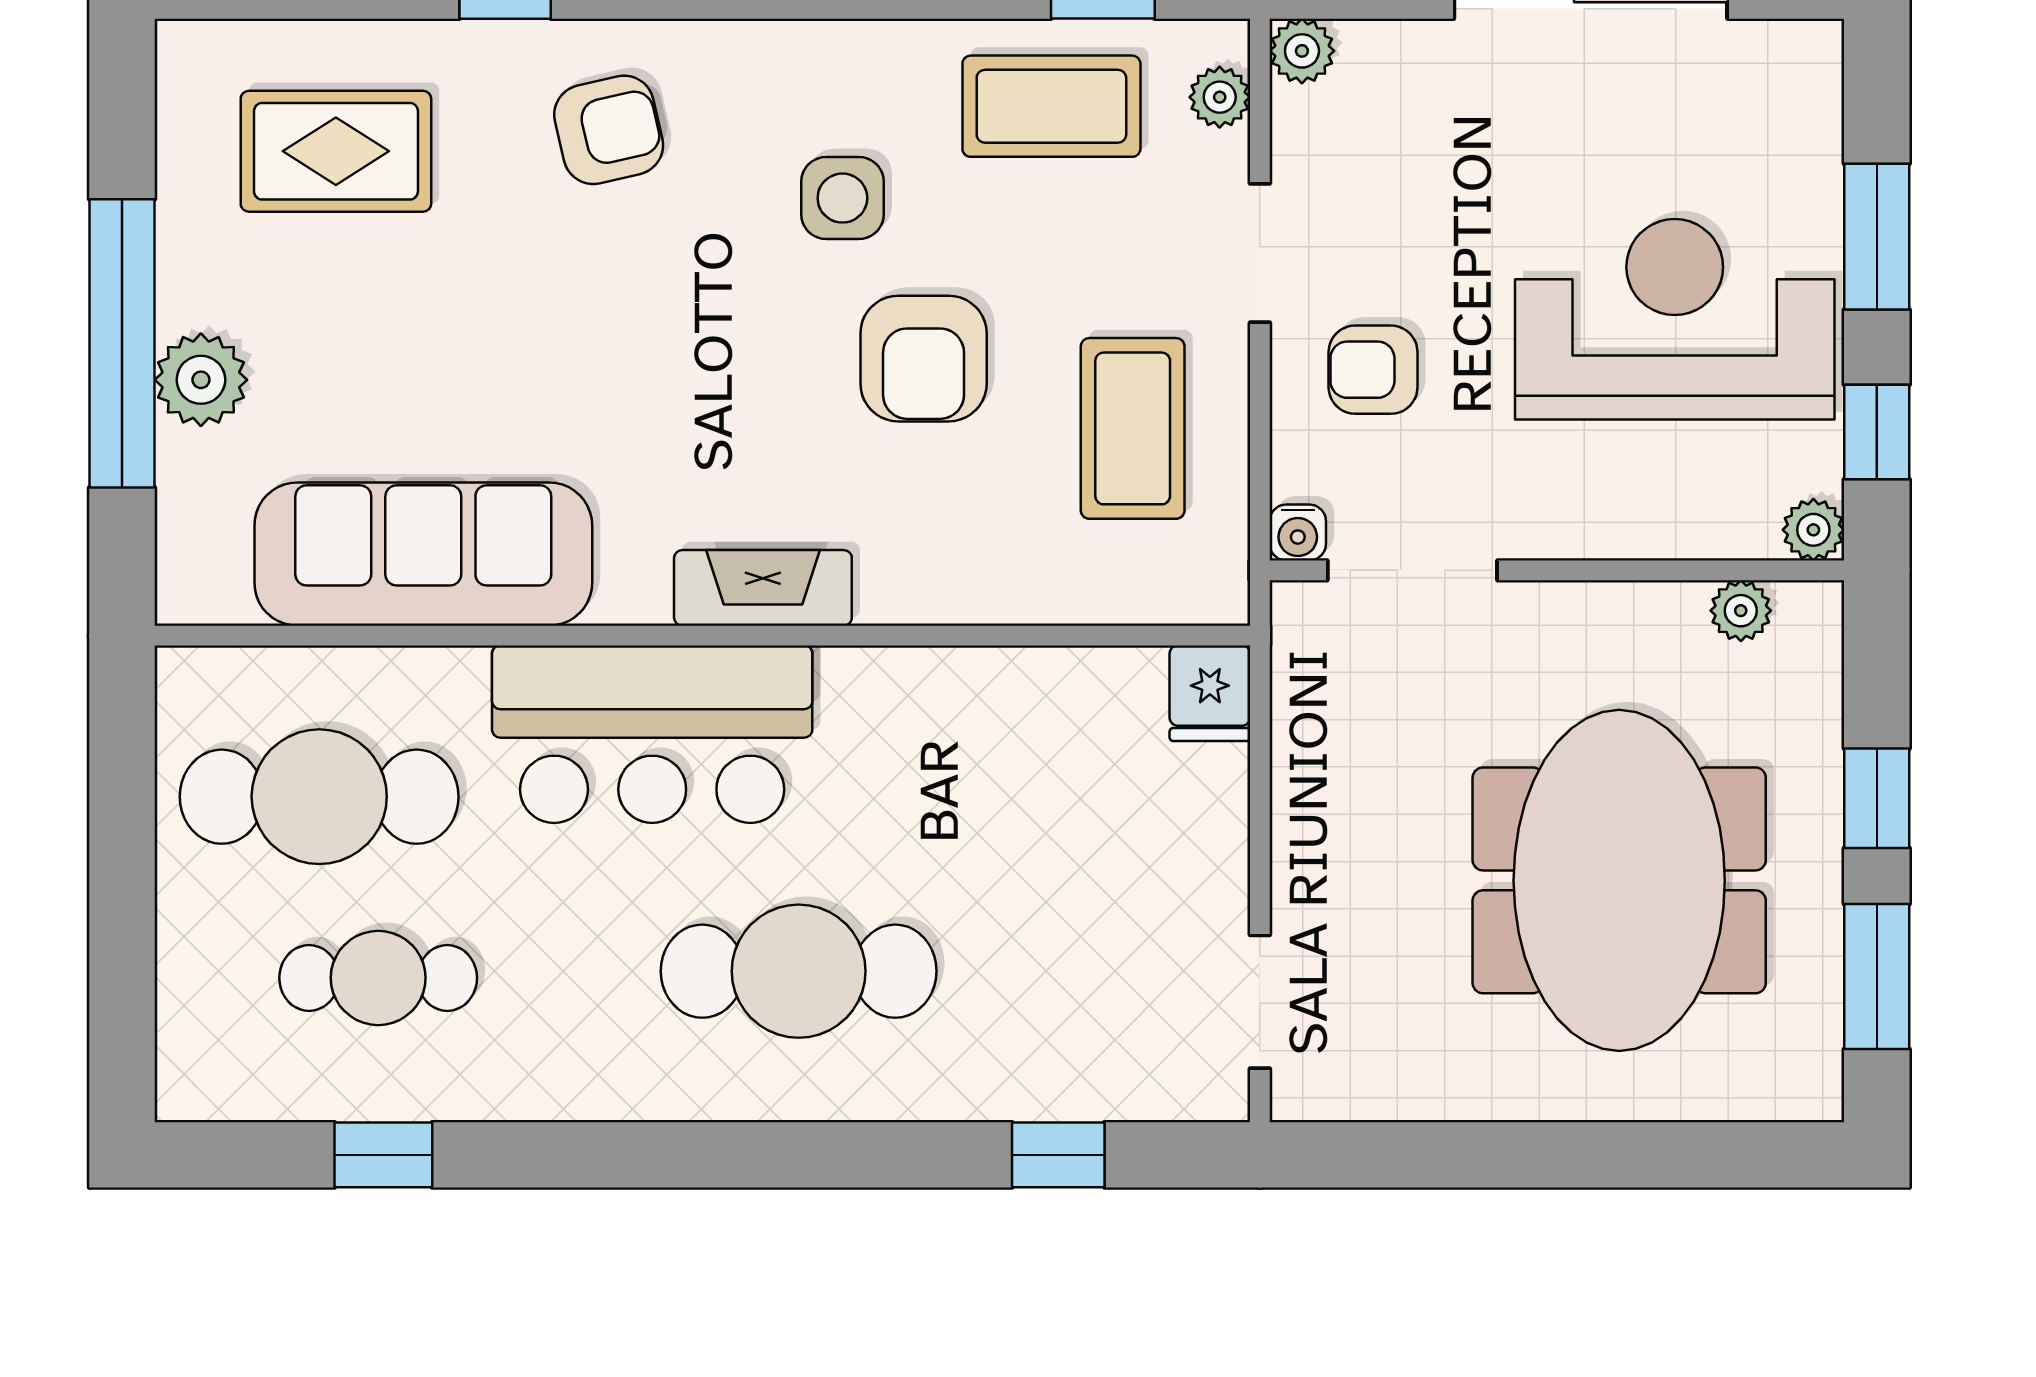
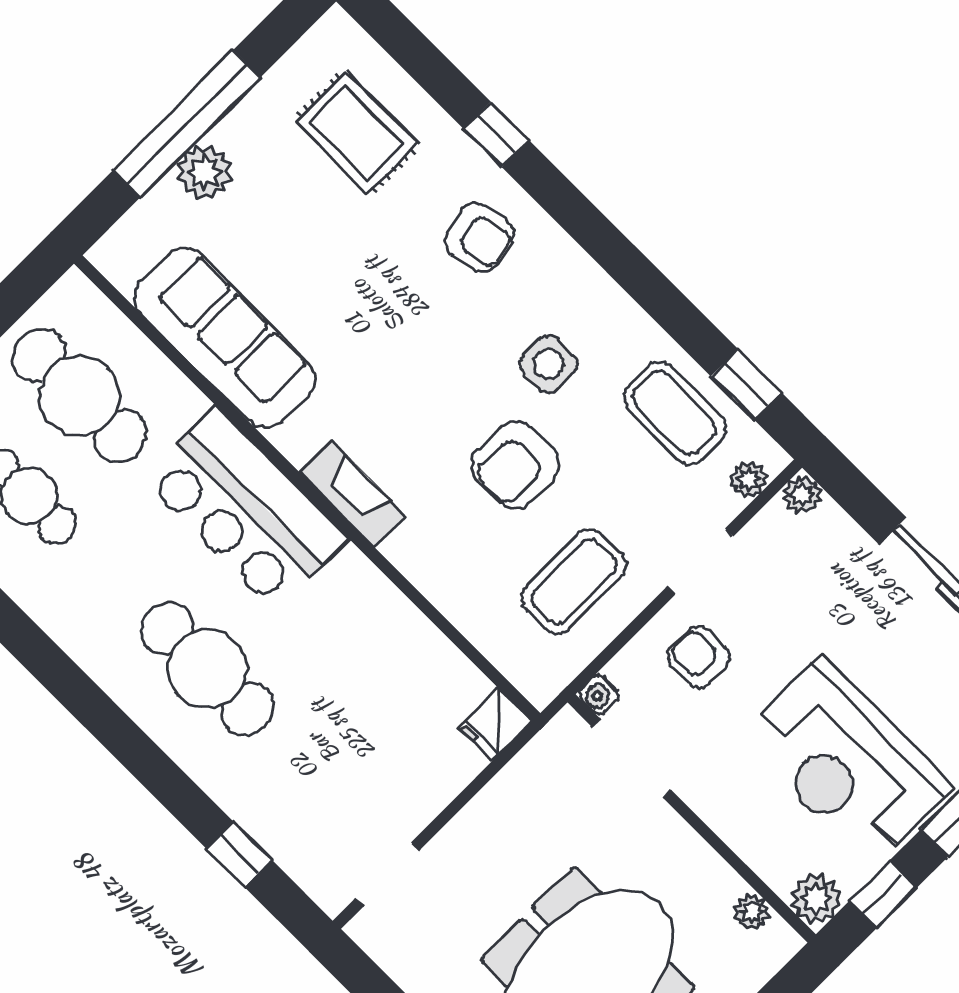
reception desk: (1675, 319) -> (846, 763), turned 180
plant: (1813, 530) -> (816, 899), width x1.38, depth x1.38

